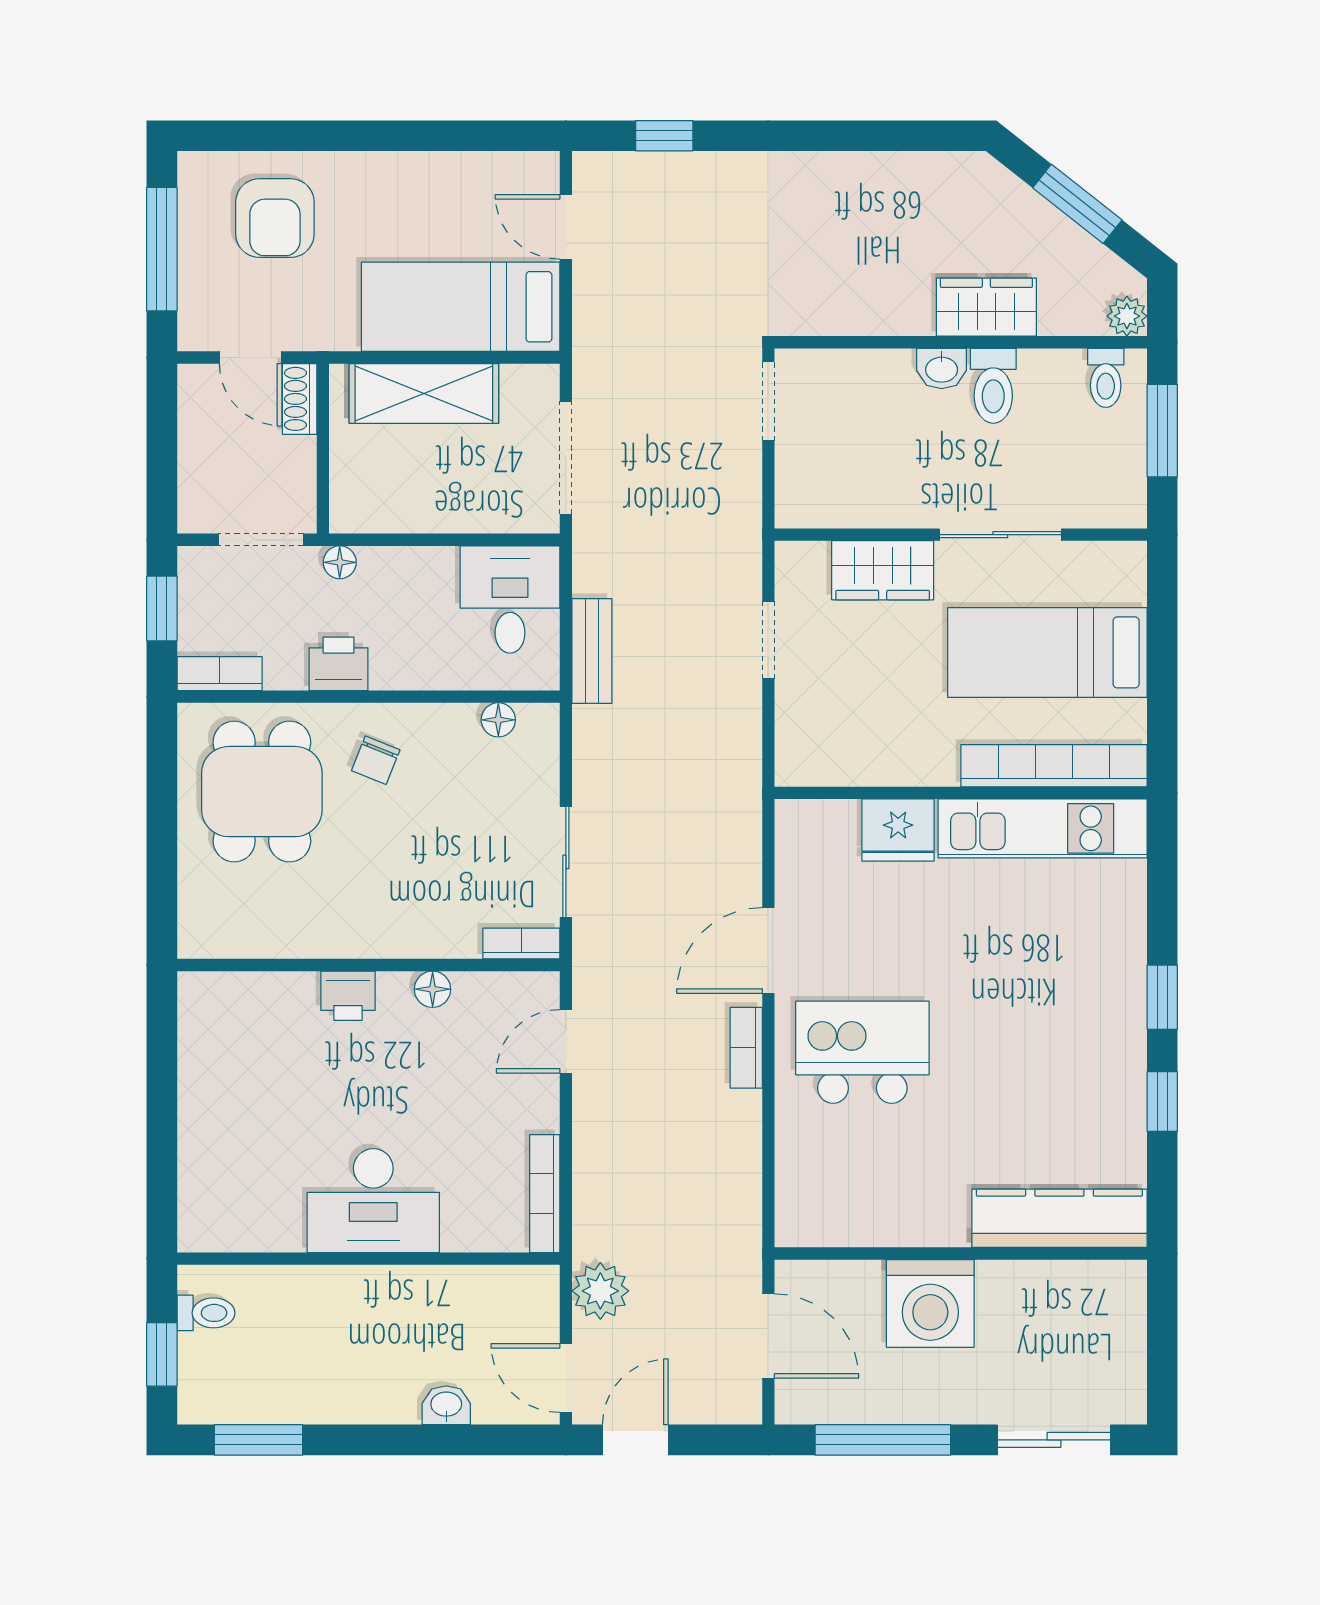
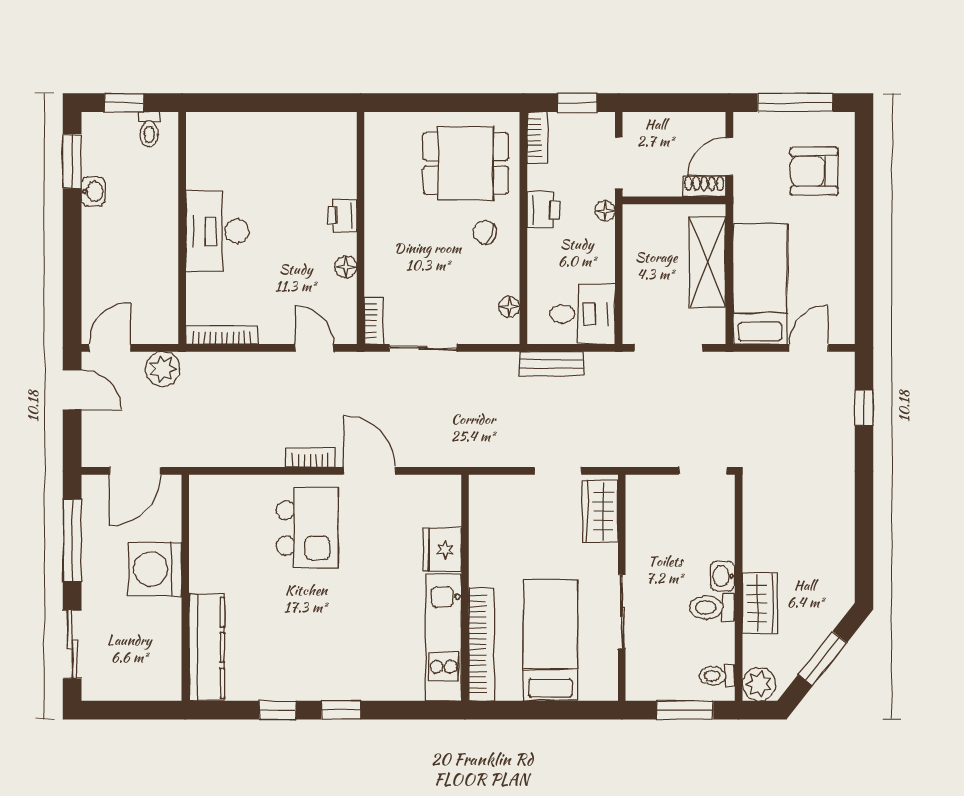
plant: (1127, 316) -> (759, 684), width x1.38, depth x1.38
wardrobe: (883, 570) -> (600, 511), moved
washbasin: (446, 1405) -> (93, 191), moved

